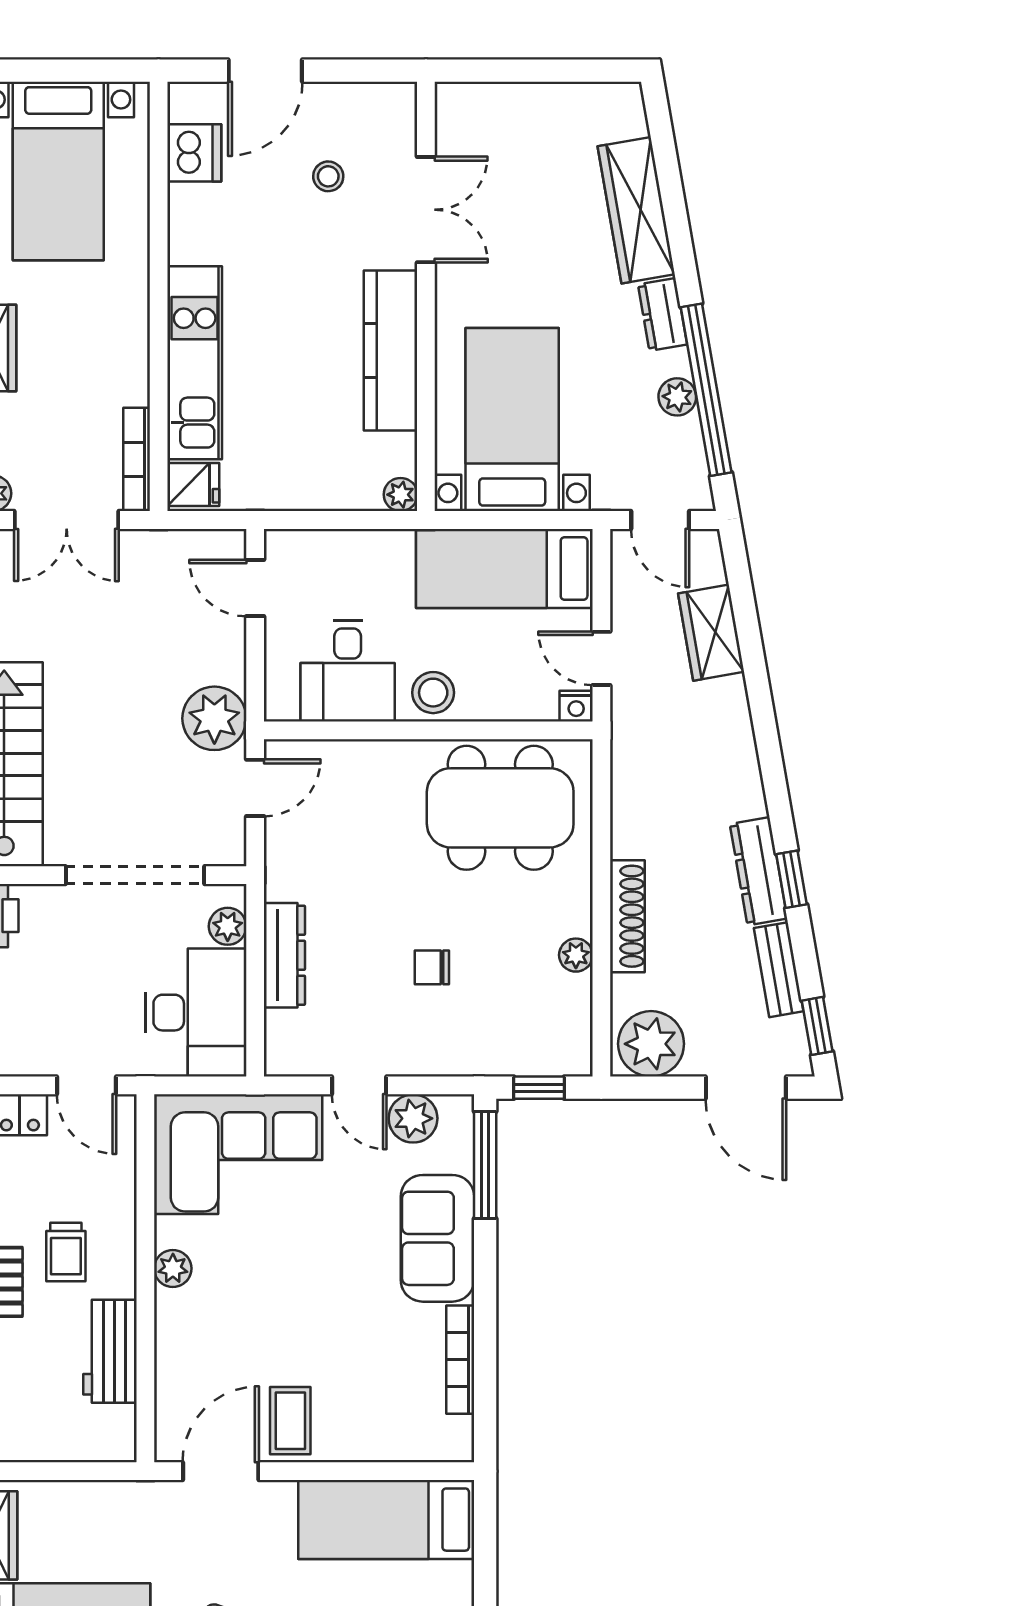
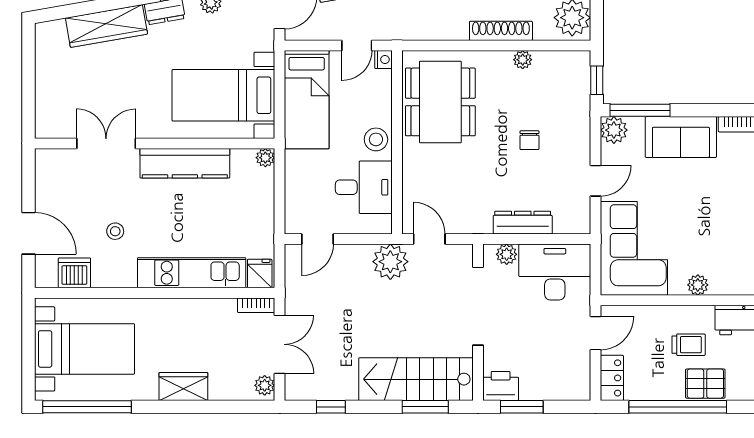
stool: (328, 176) -> (115, 231), moved
bookcase: (137, 459) -> (256, 305), width x0.64
plant: (413, 1118) -> (614, 130), moved

